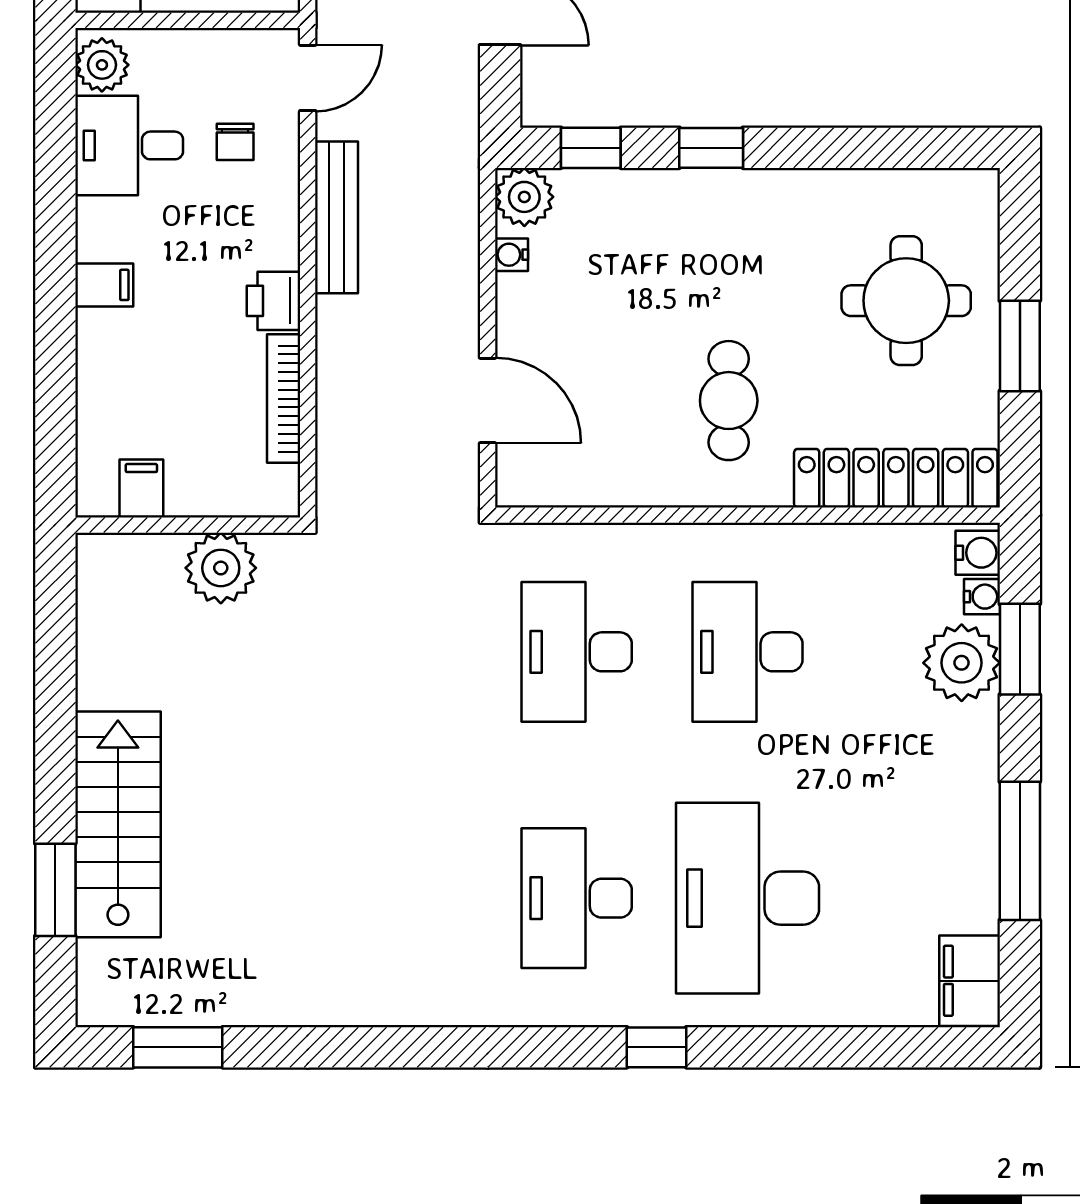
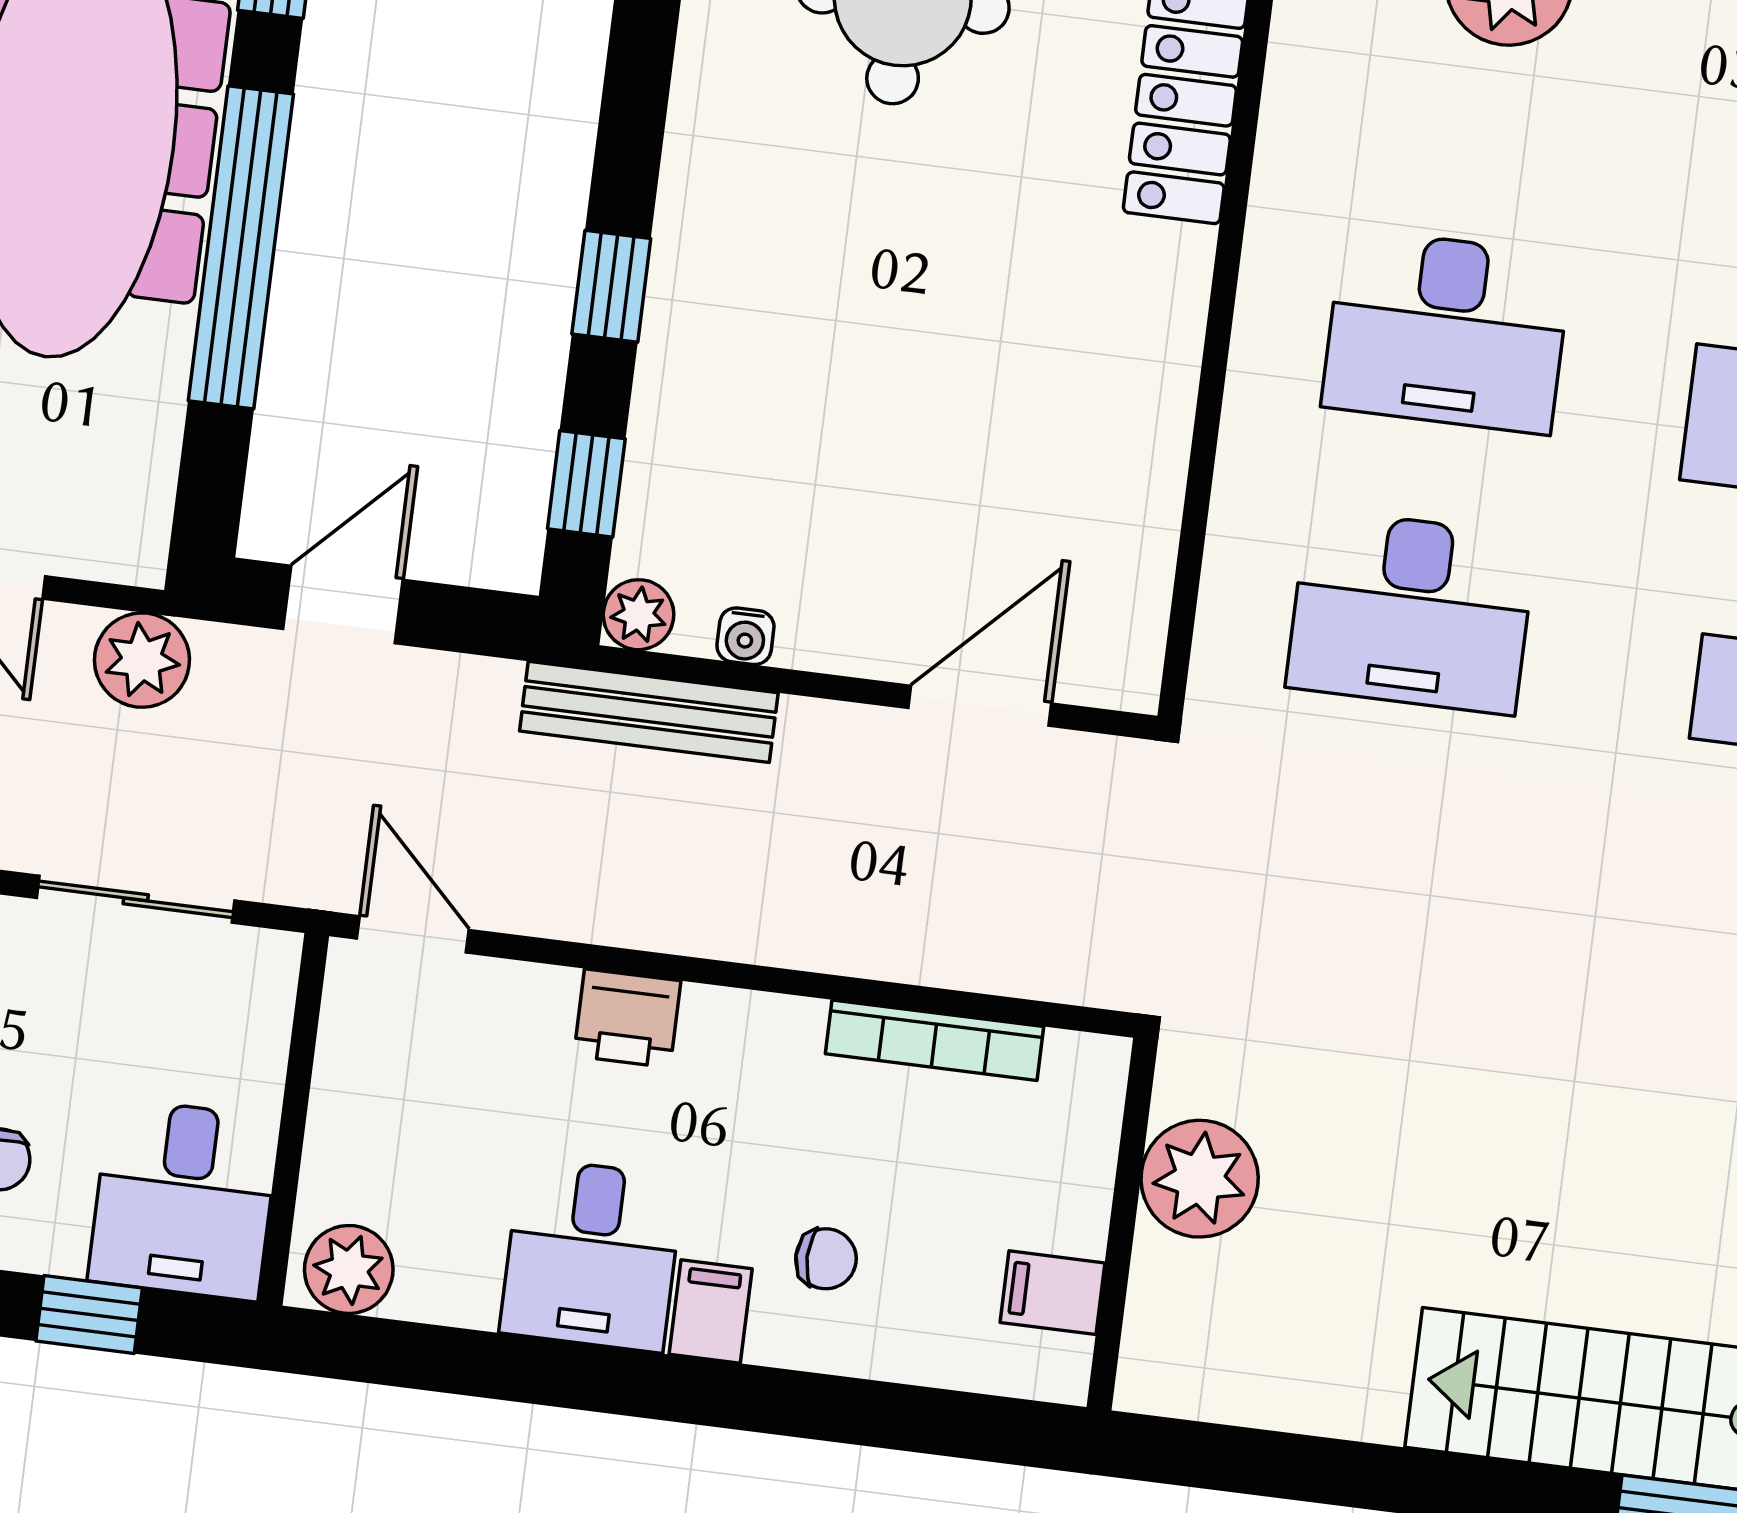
chair: (235, 142) -> (826, 1259), moved
desk: (129, 145) -> (592, 1255), moved
plant: (524, 197) -> (639, 615), width x0.73, depth x0.73
bench: (336, 217) -> (649, 712), moved
printer: (274, 301) -> (627, 1018), moved
cafe table: (729, 401) -> (1030, 310), removed

